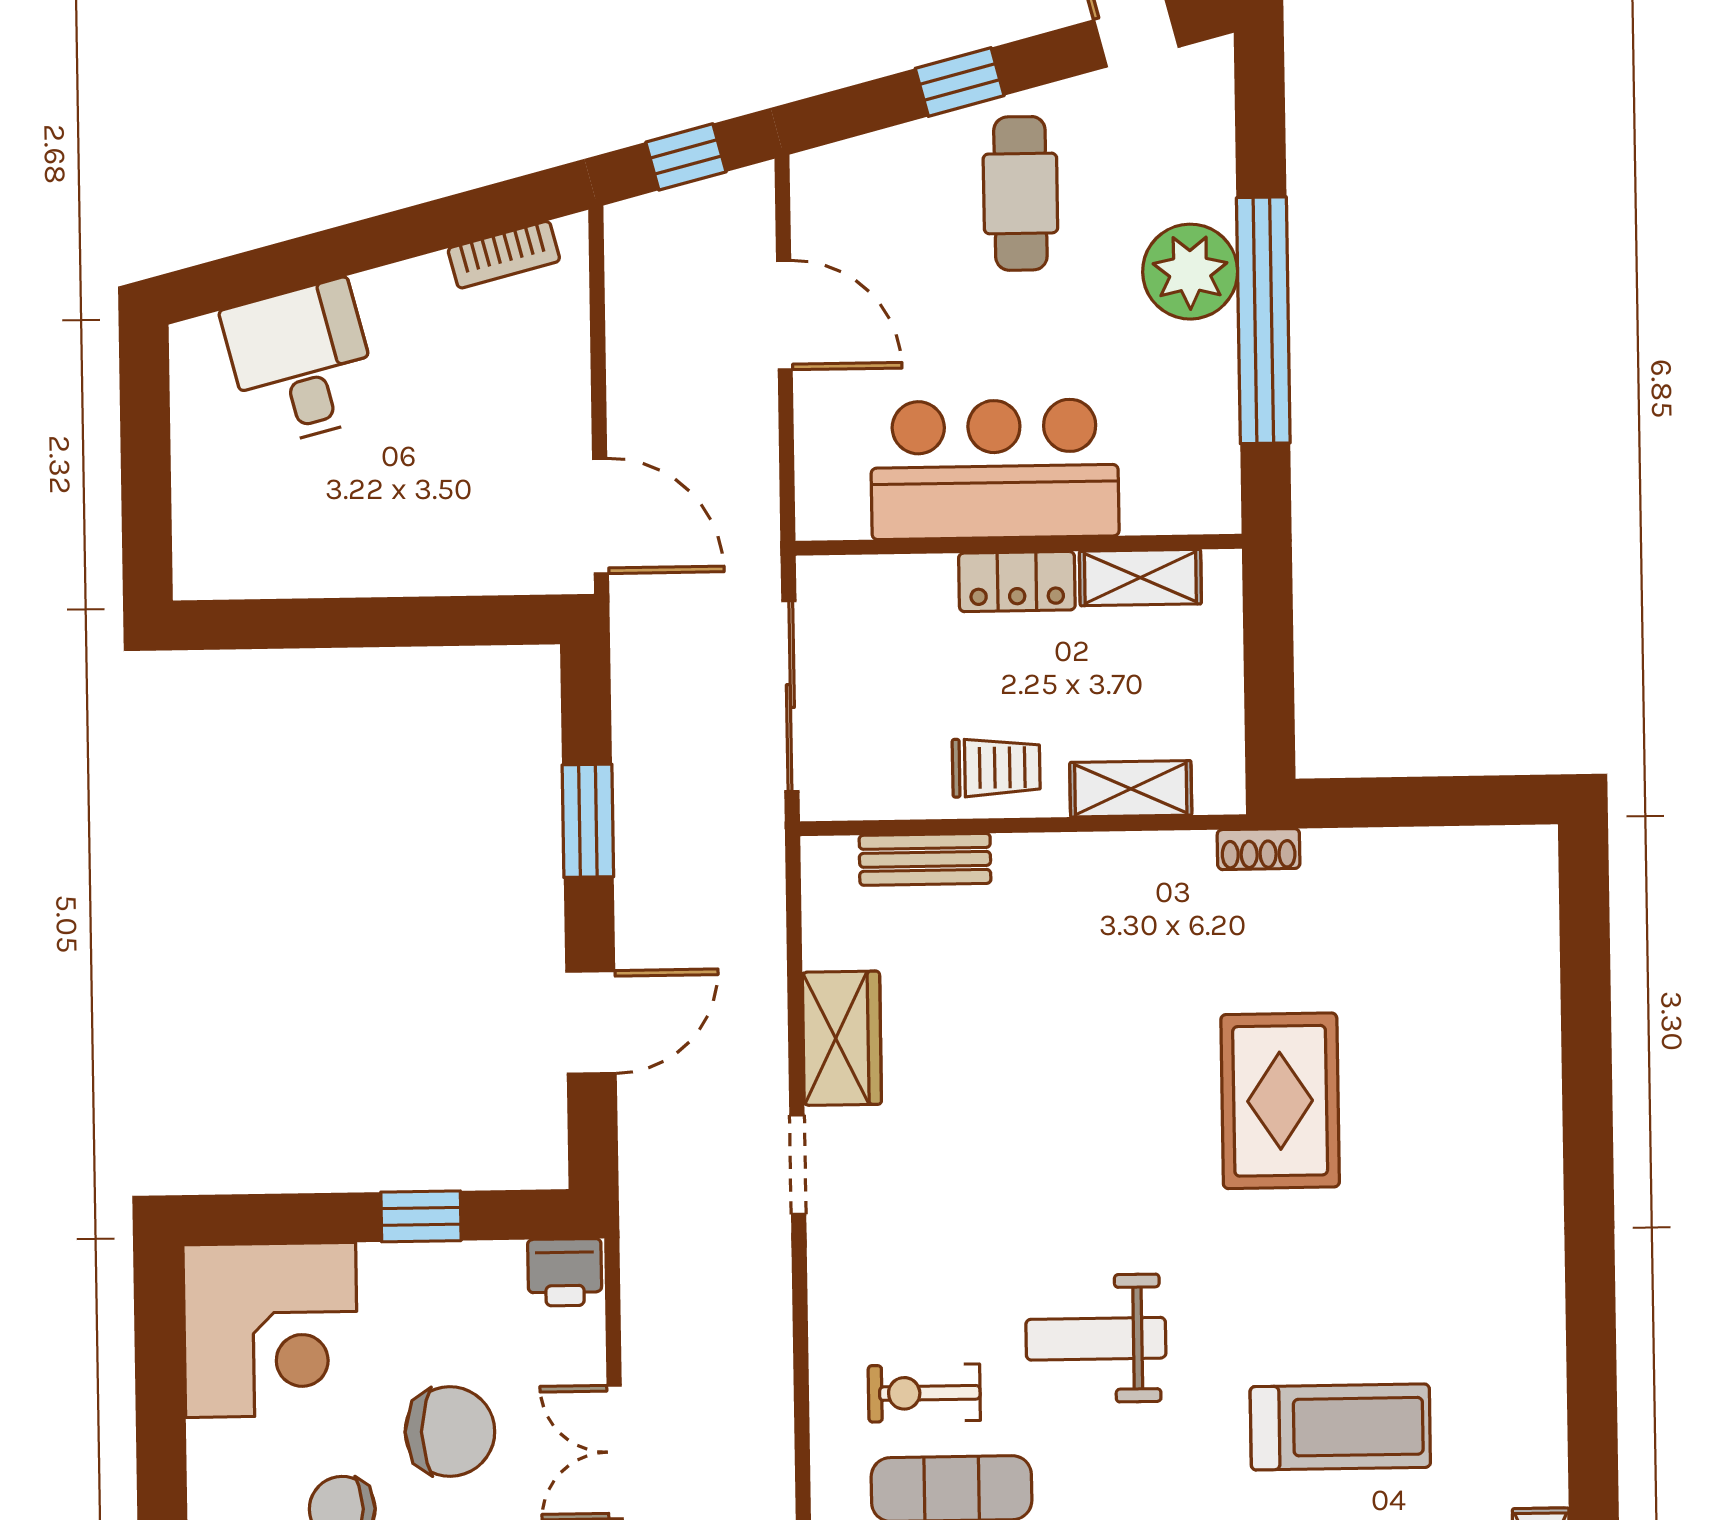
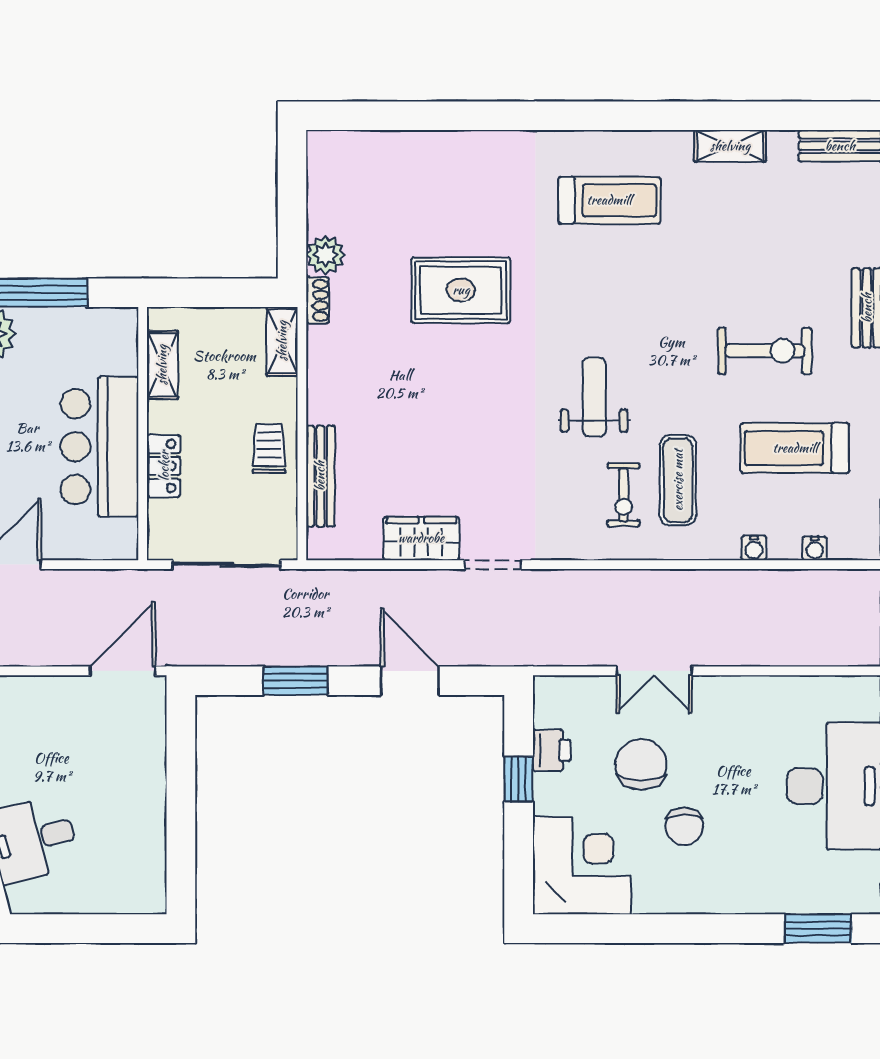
locker: (1017, 582) -> (164, 466), moved
shelving: (1131, 789) -> (282, 341), moved
bench: (925, 859) -> (320, 476), width x1.36
plant: (1339, 862) -> (326, 255), added
printer: (565, 1272) -> (552, 750), moved
weight bench: (1096, 1339) -> (594, 397), turned 180
treadmill: (1340, 1427) -> (609, 200), moved, turned 90

